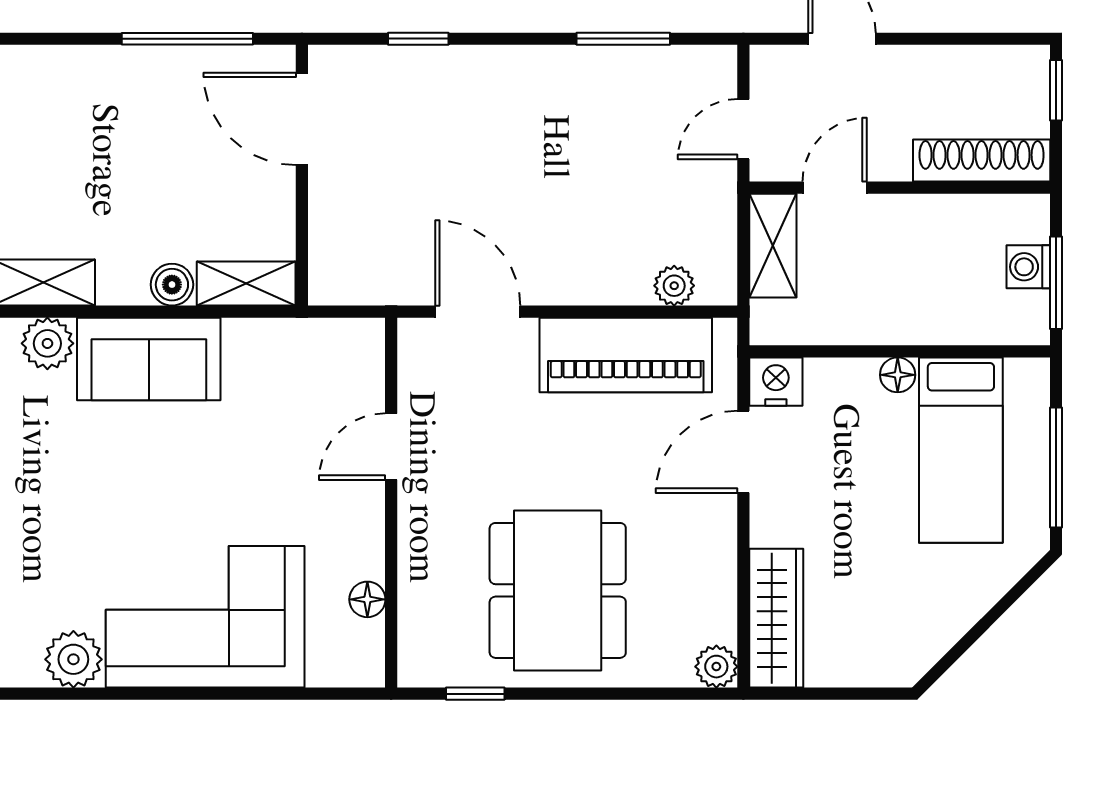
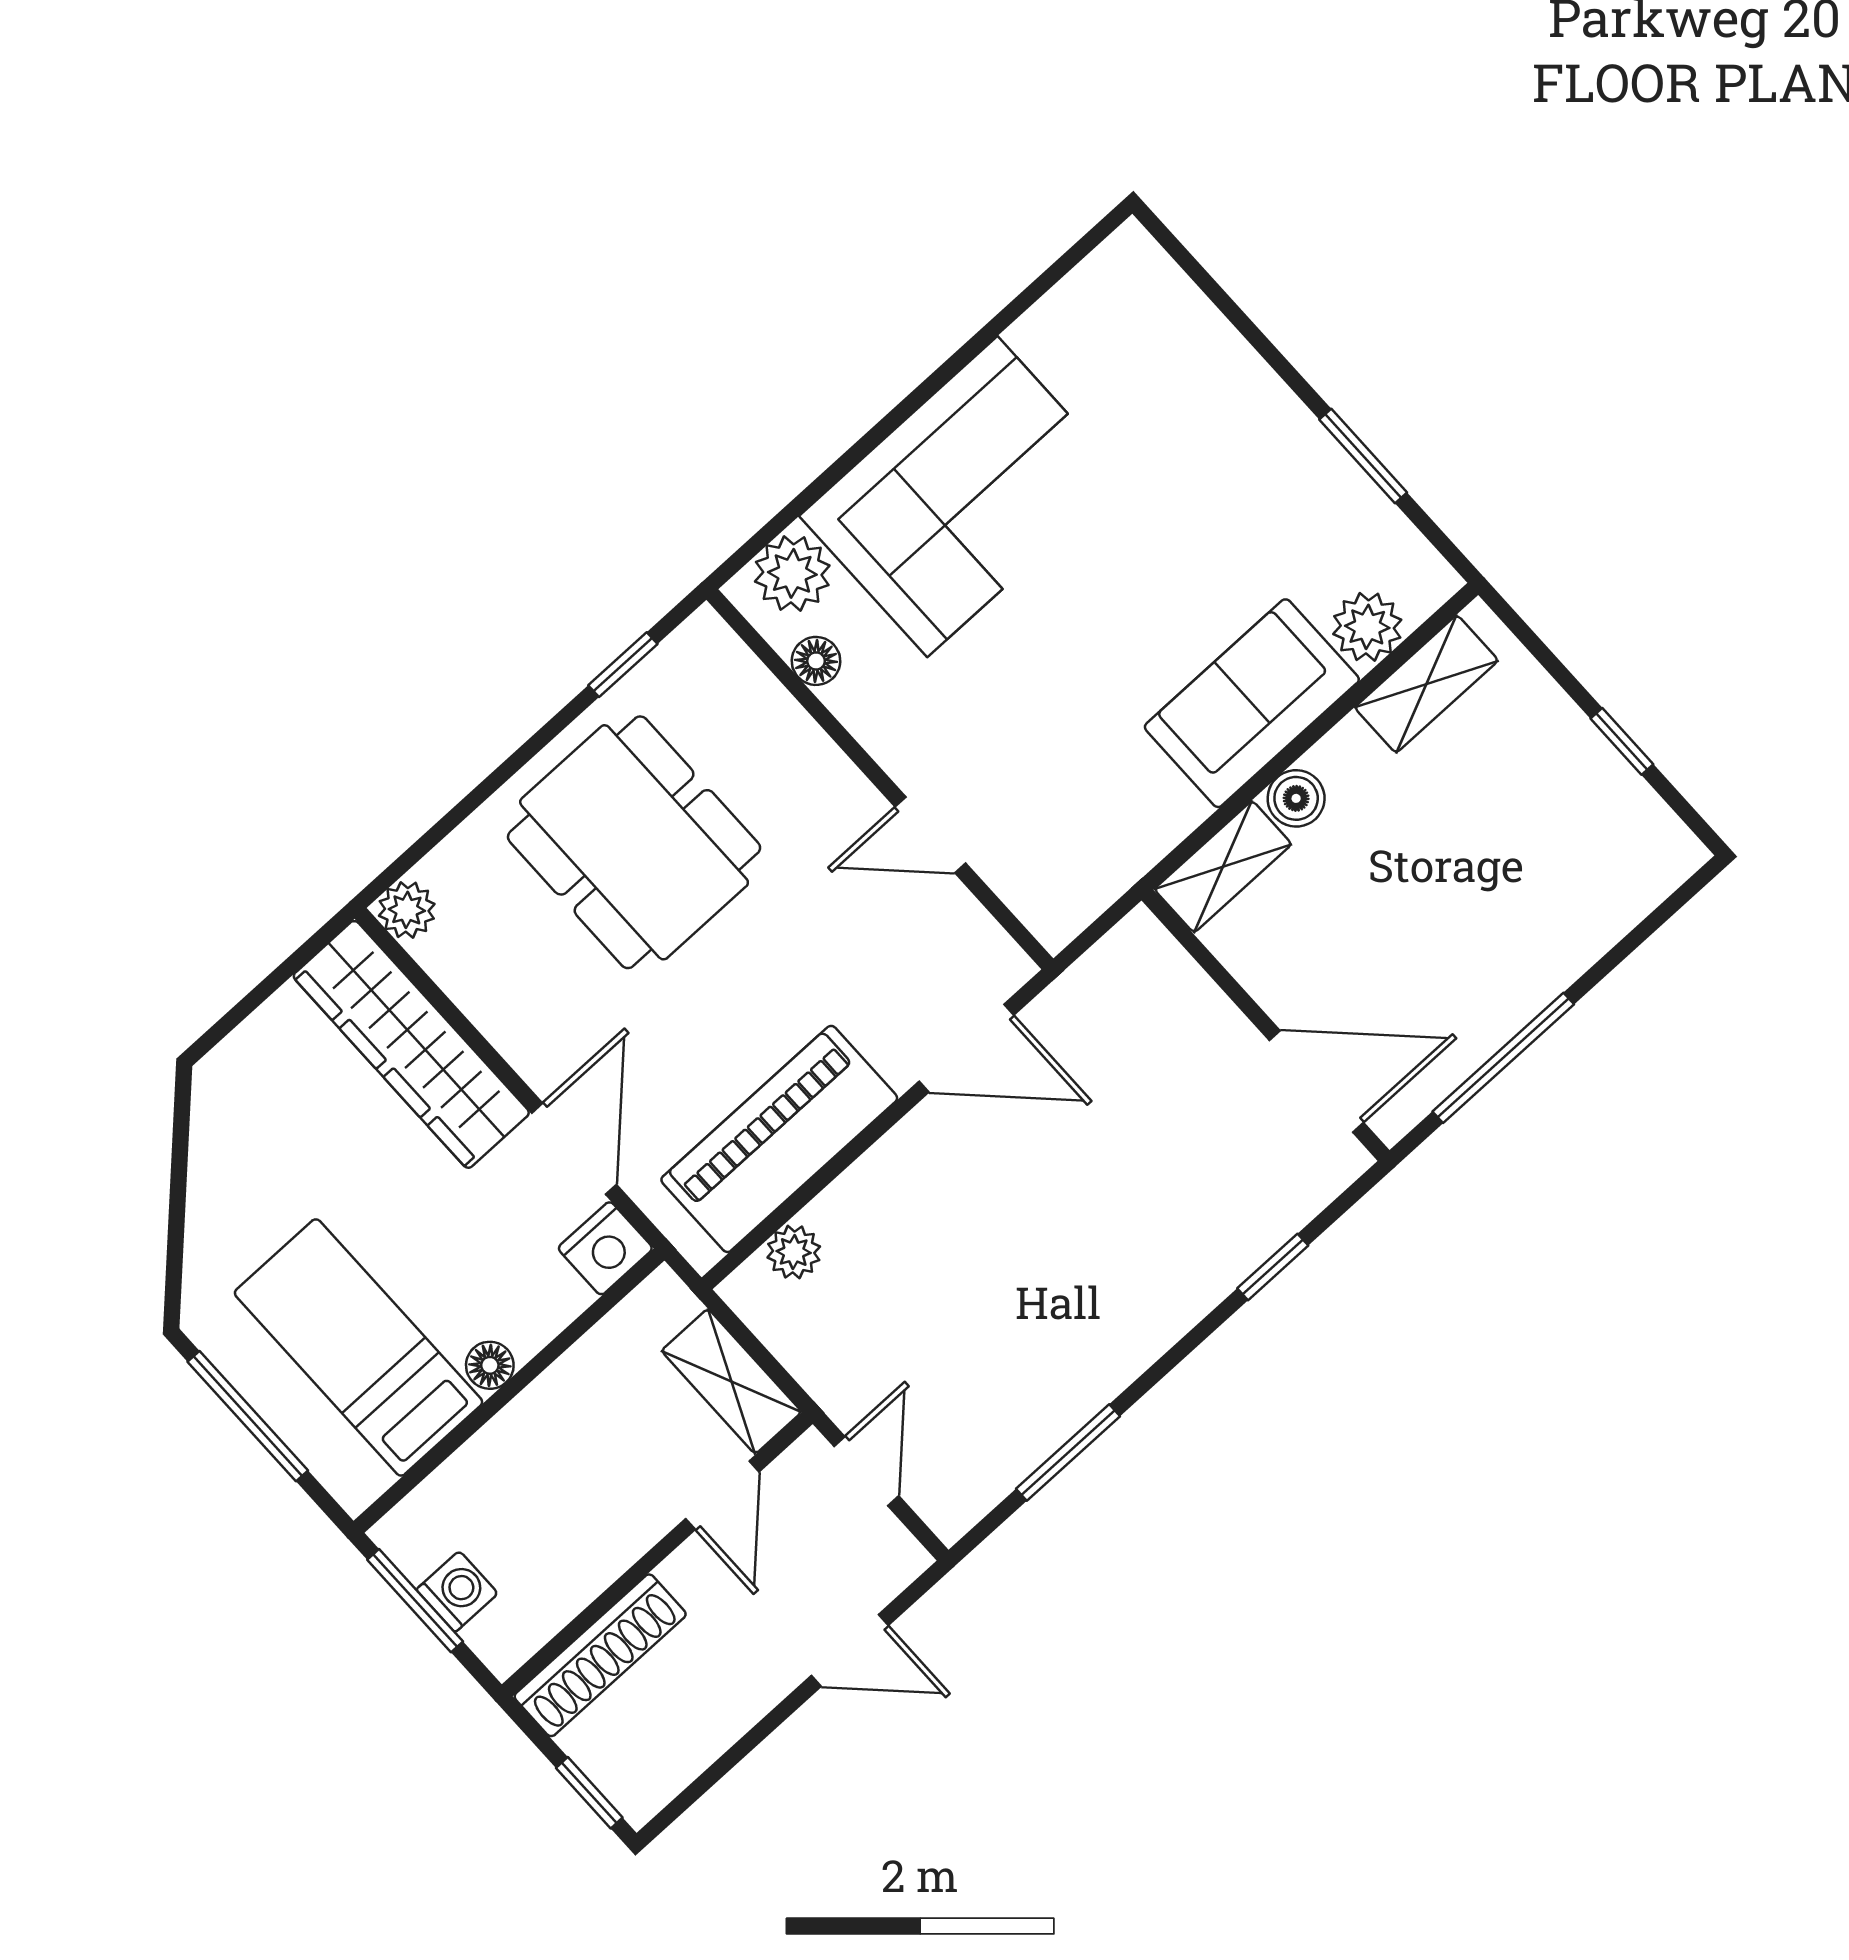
door: (391, 447) -> (930, 835), swing flipped
wardrobe: (776, 618) -> (411, 1044), width x1.40, depth x1.17
plant: (73, 659) -> (792, 573), moved

